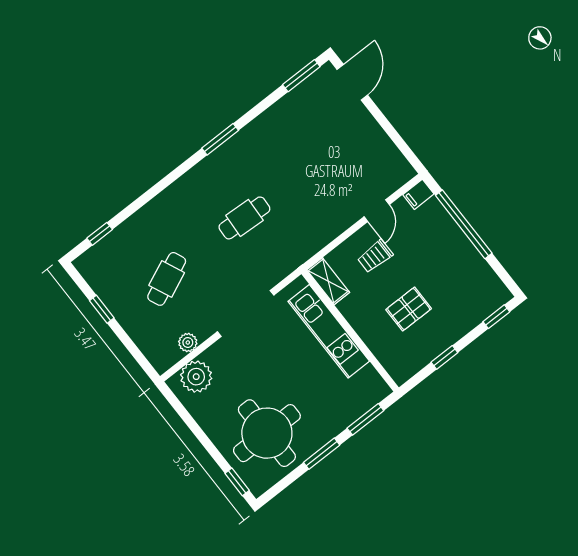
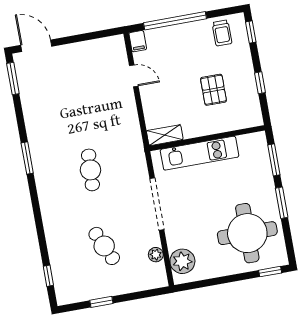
trolley: (375, 256) -> (222, 33), moved

